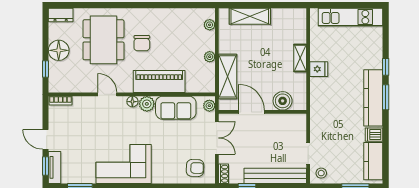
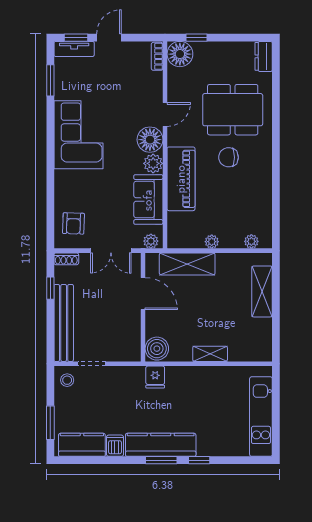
floor lamp: (59, 50) -> (180, 54), moved
fridge: (319, 69) -> (155, 377), moved
boiler: (283, 101) -> (157, 349), moved
floor lamp: (132, 102) -> (150, 140), width x1.89, depth x1.89
door: (252, 112) -> (143, 294), hinge flipped

